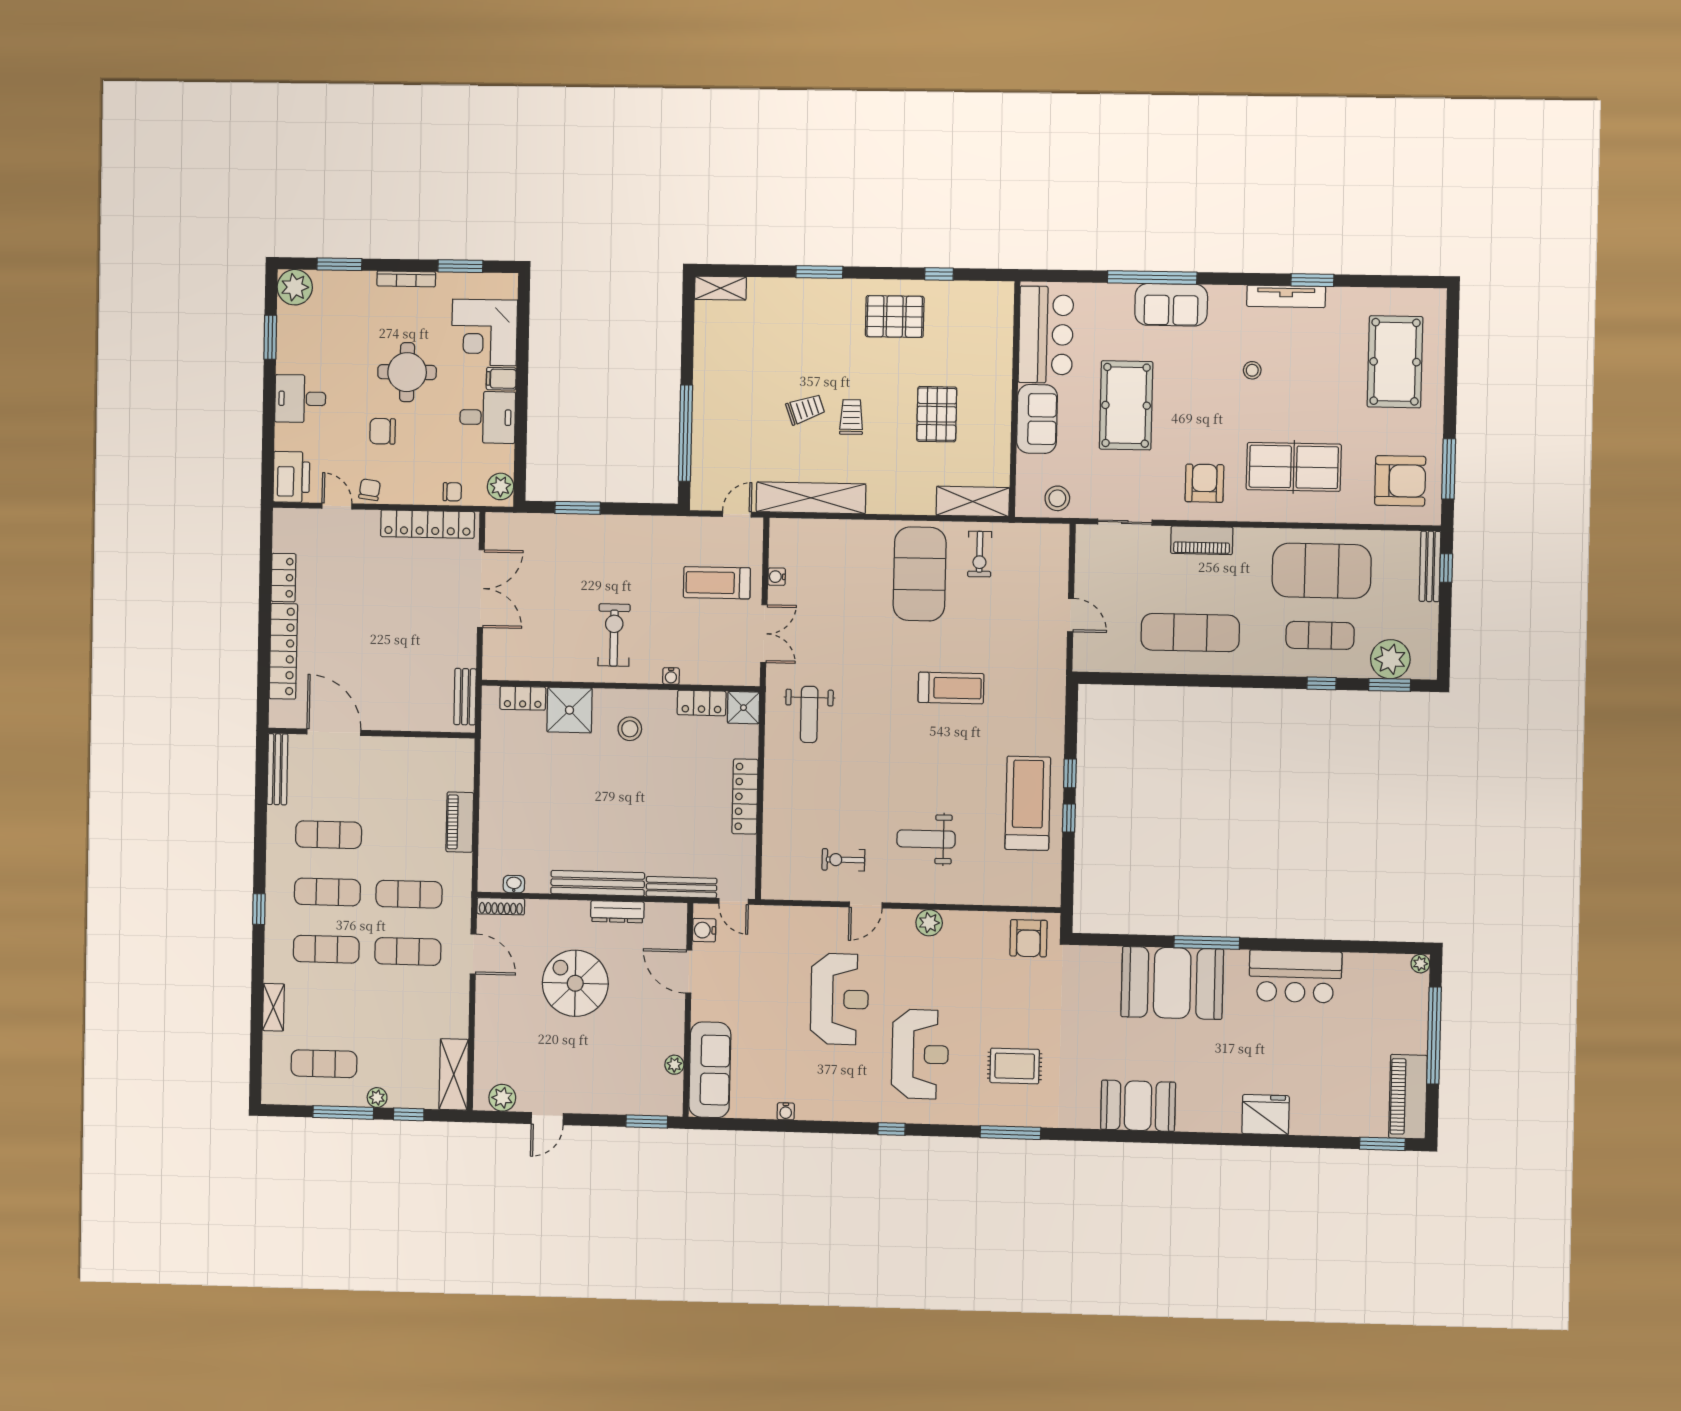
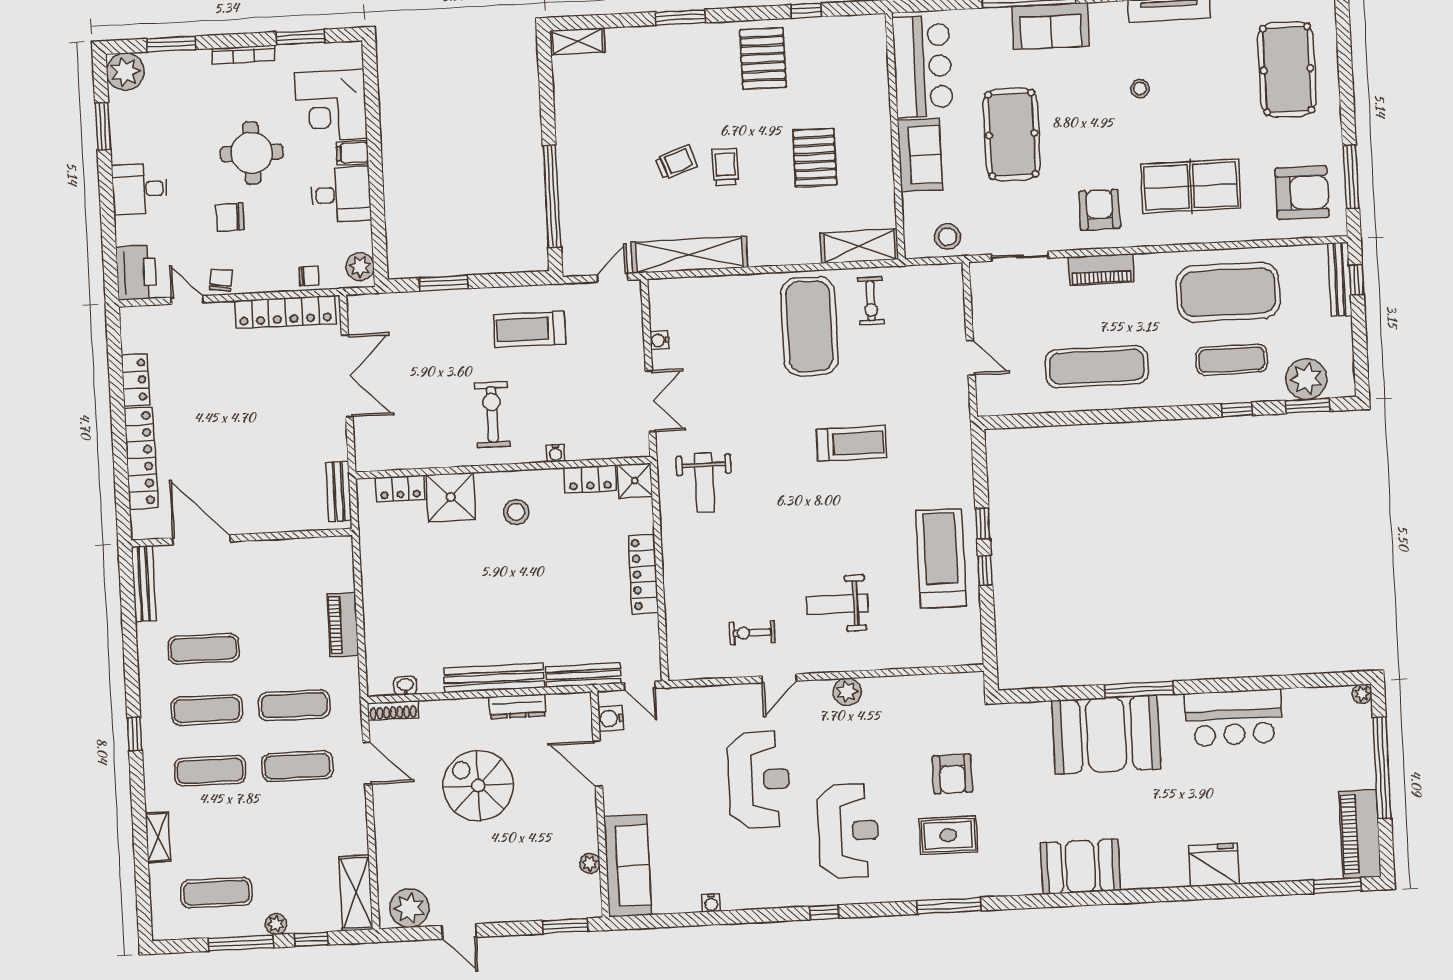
pallet: (895, 317) -> (763, 58), turned 90
treadmill: (717, 583) -> (530, 329), moved
armchair: (1029, 938) -> (952, 774), moved
plant: (502, 1098) -> (409, 908), width x1.36, depth x1.36
door: (547, 1119) -> (459, 931), hinge flipped

